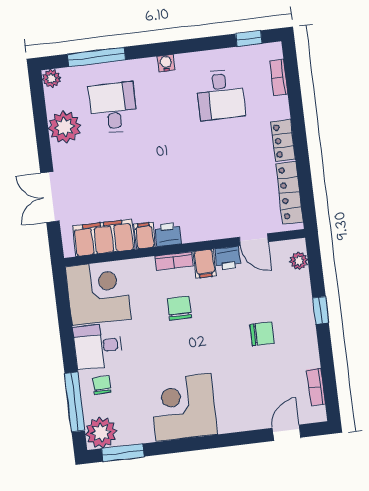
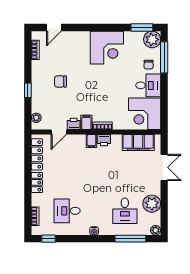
desk: (220, 95) -> (67, 211), turned -90
filing cabinet: (145, 236) -> (91, 141), moved
door: (254, 240) -> (59, 132), swing flipped
chair: (179, 308) -> (103, 100), removed

